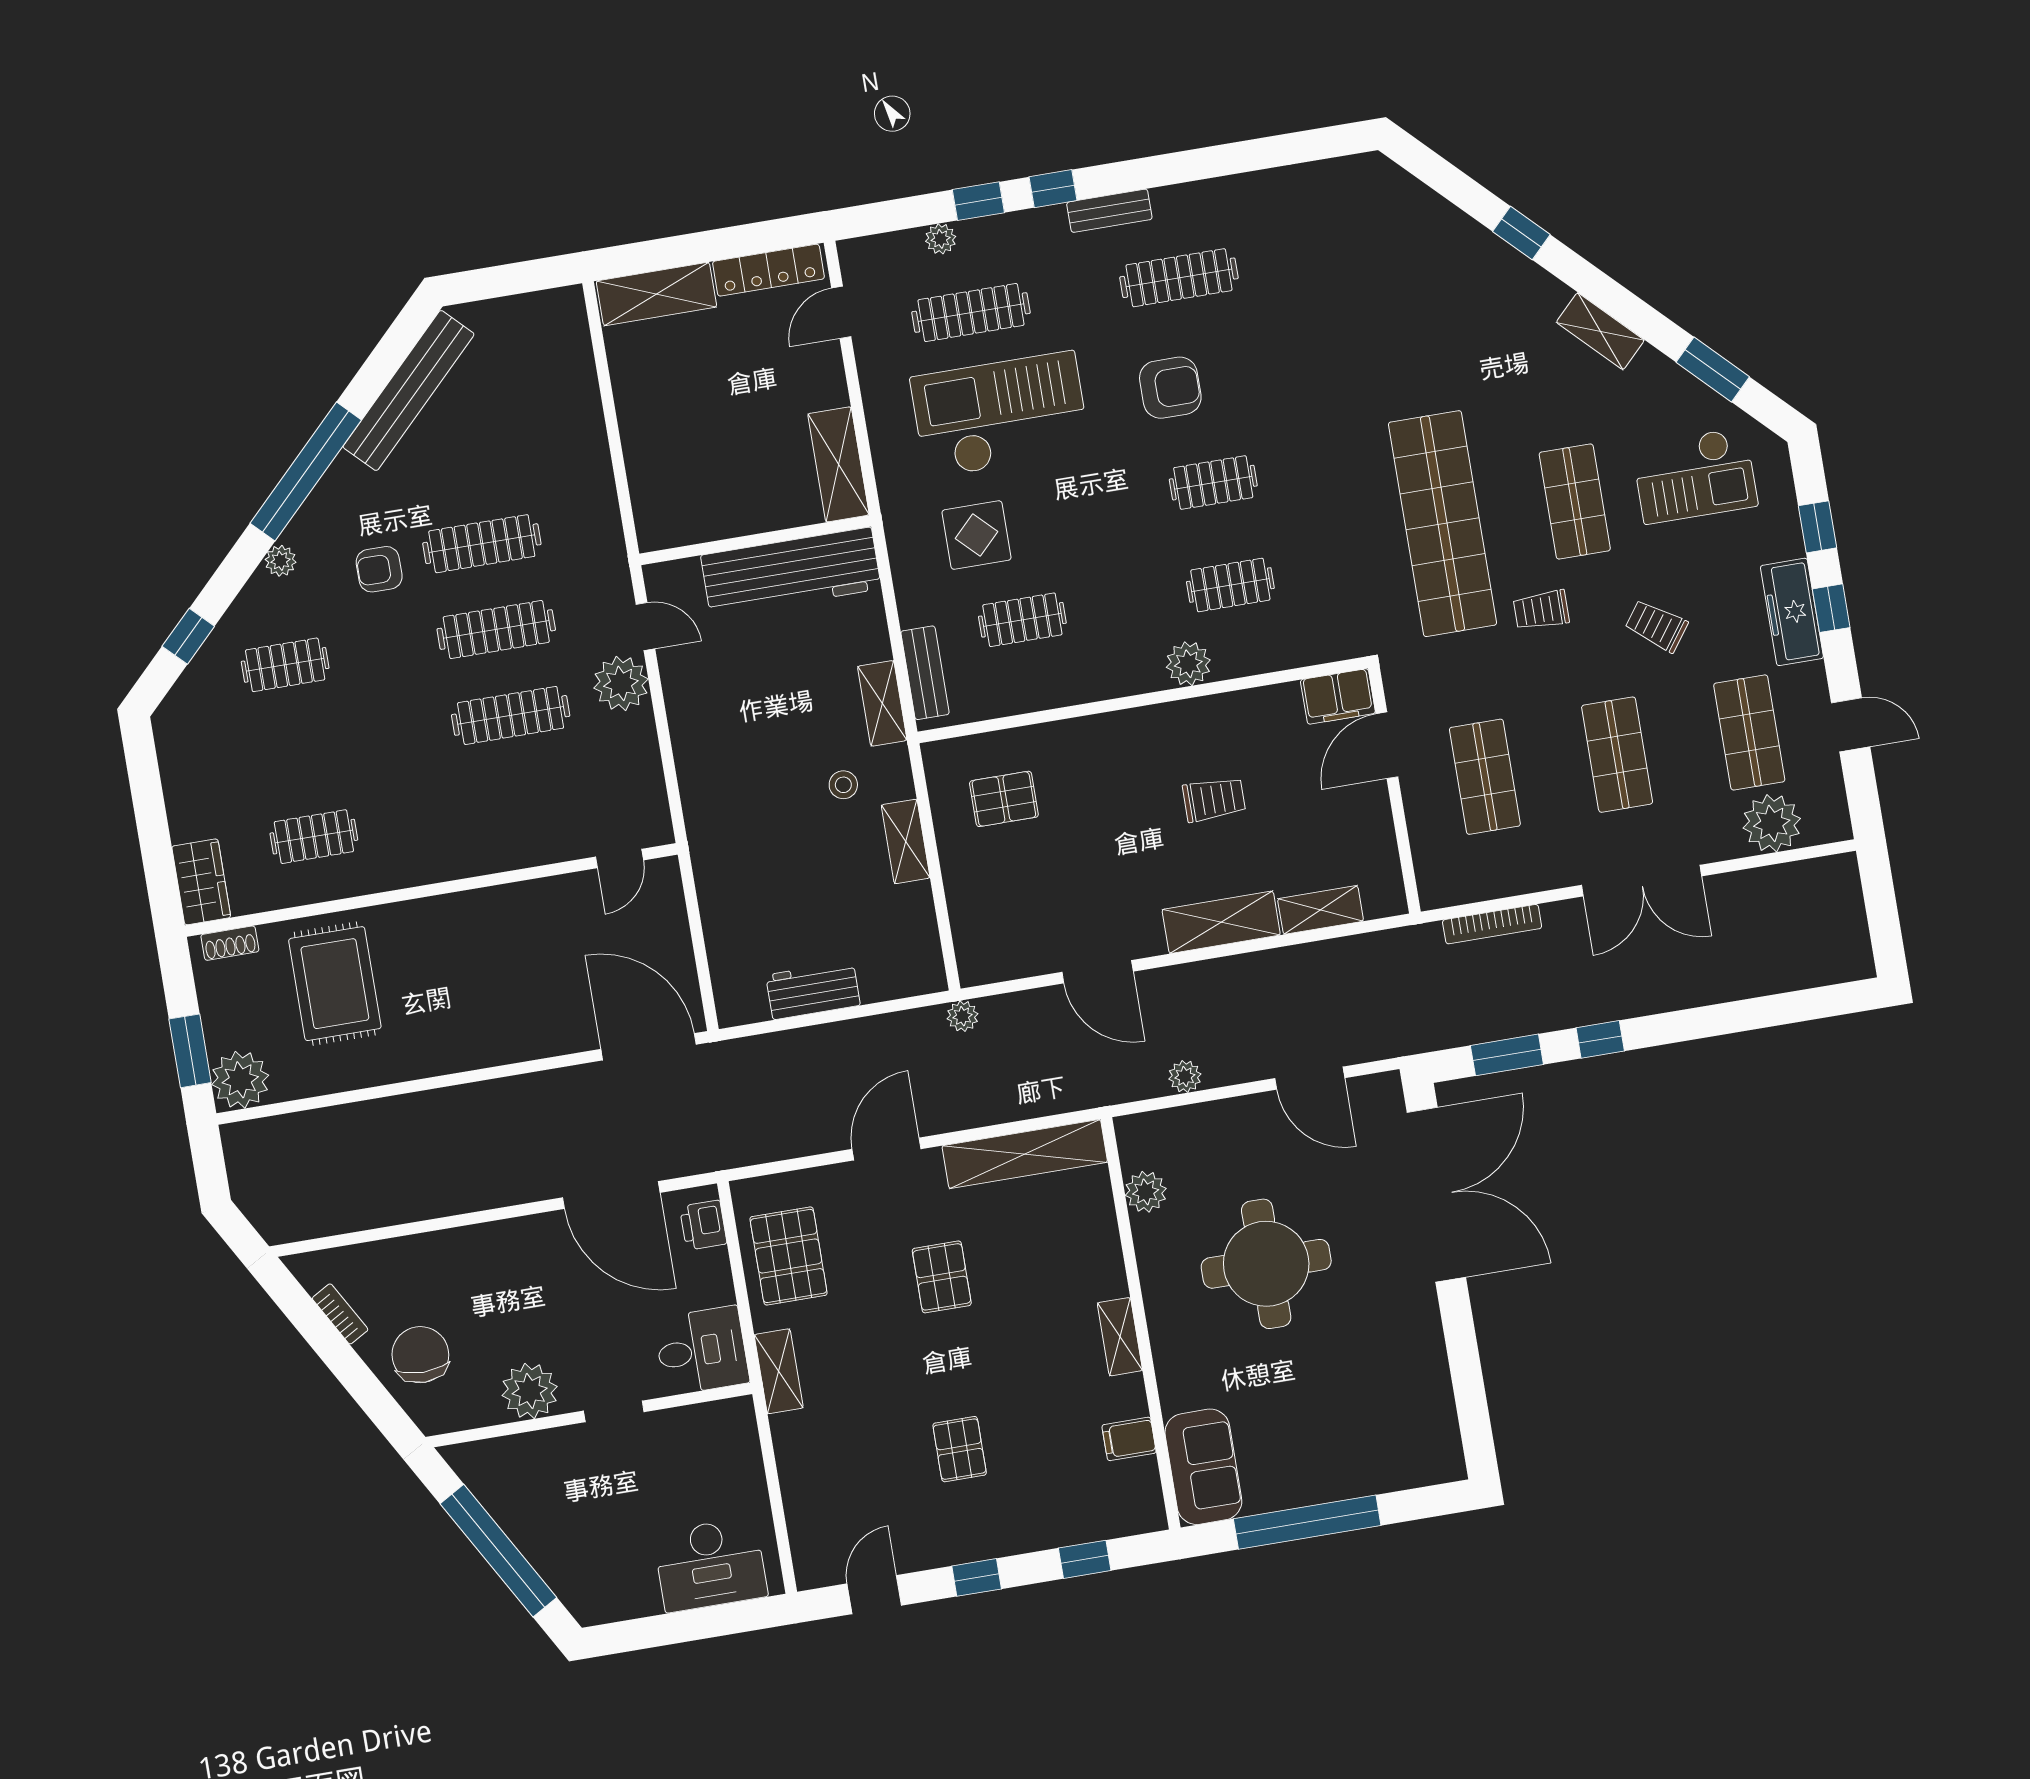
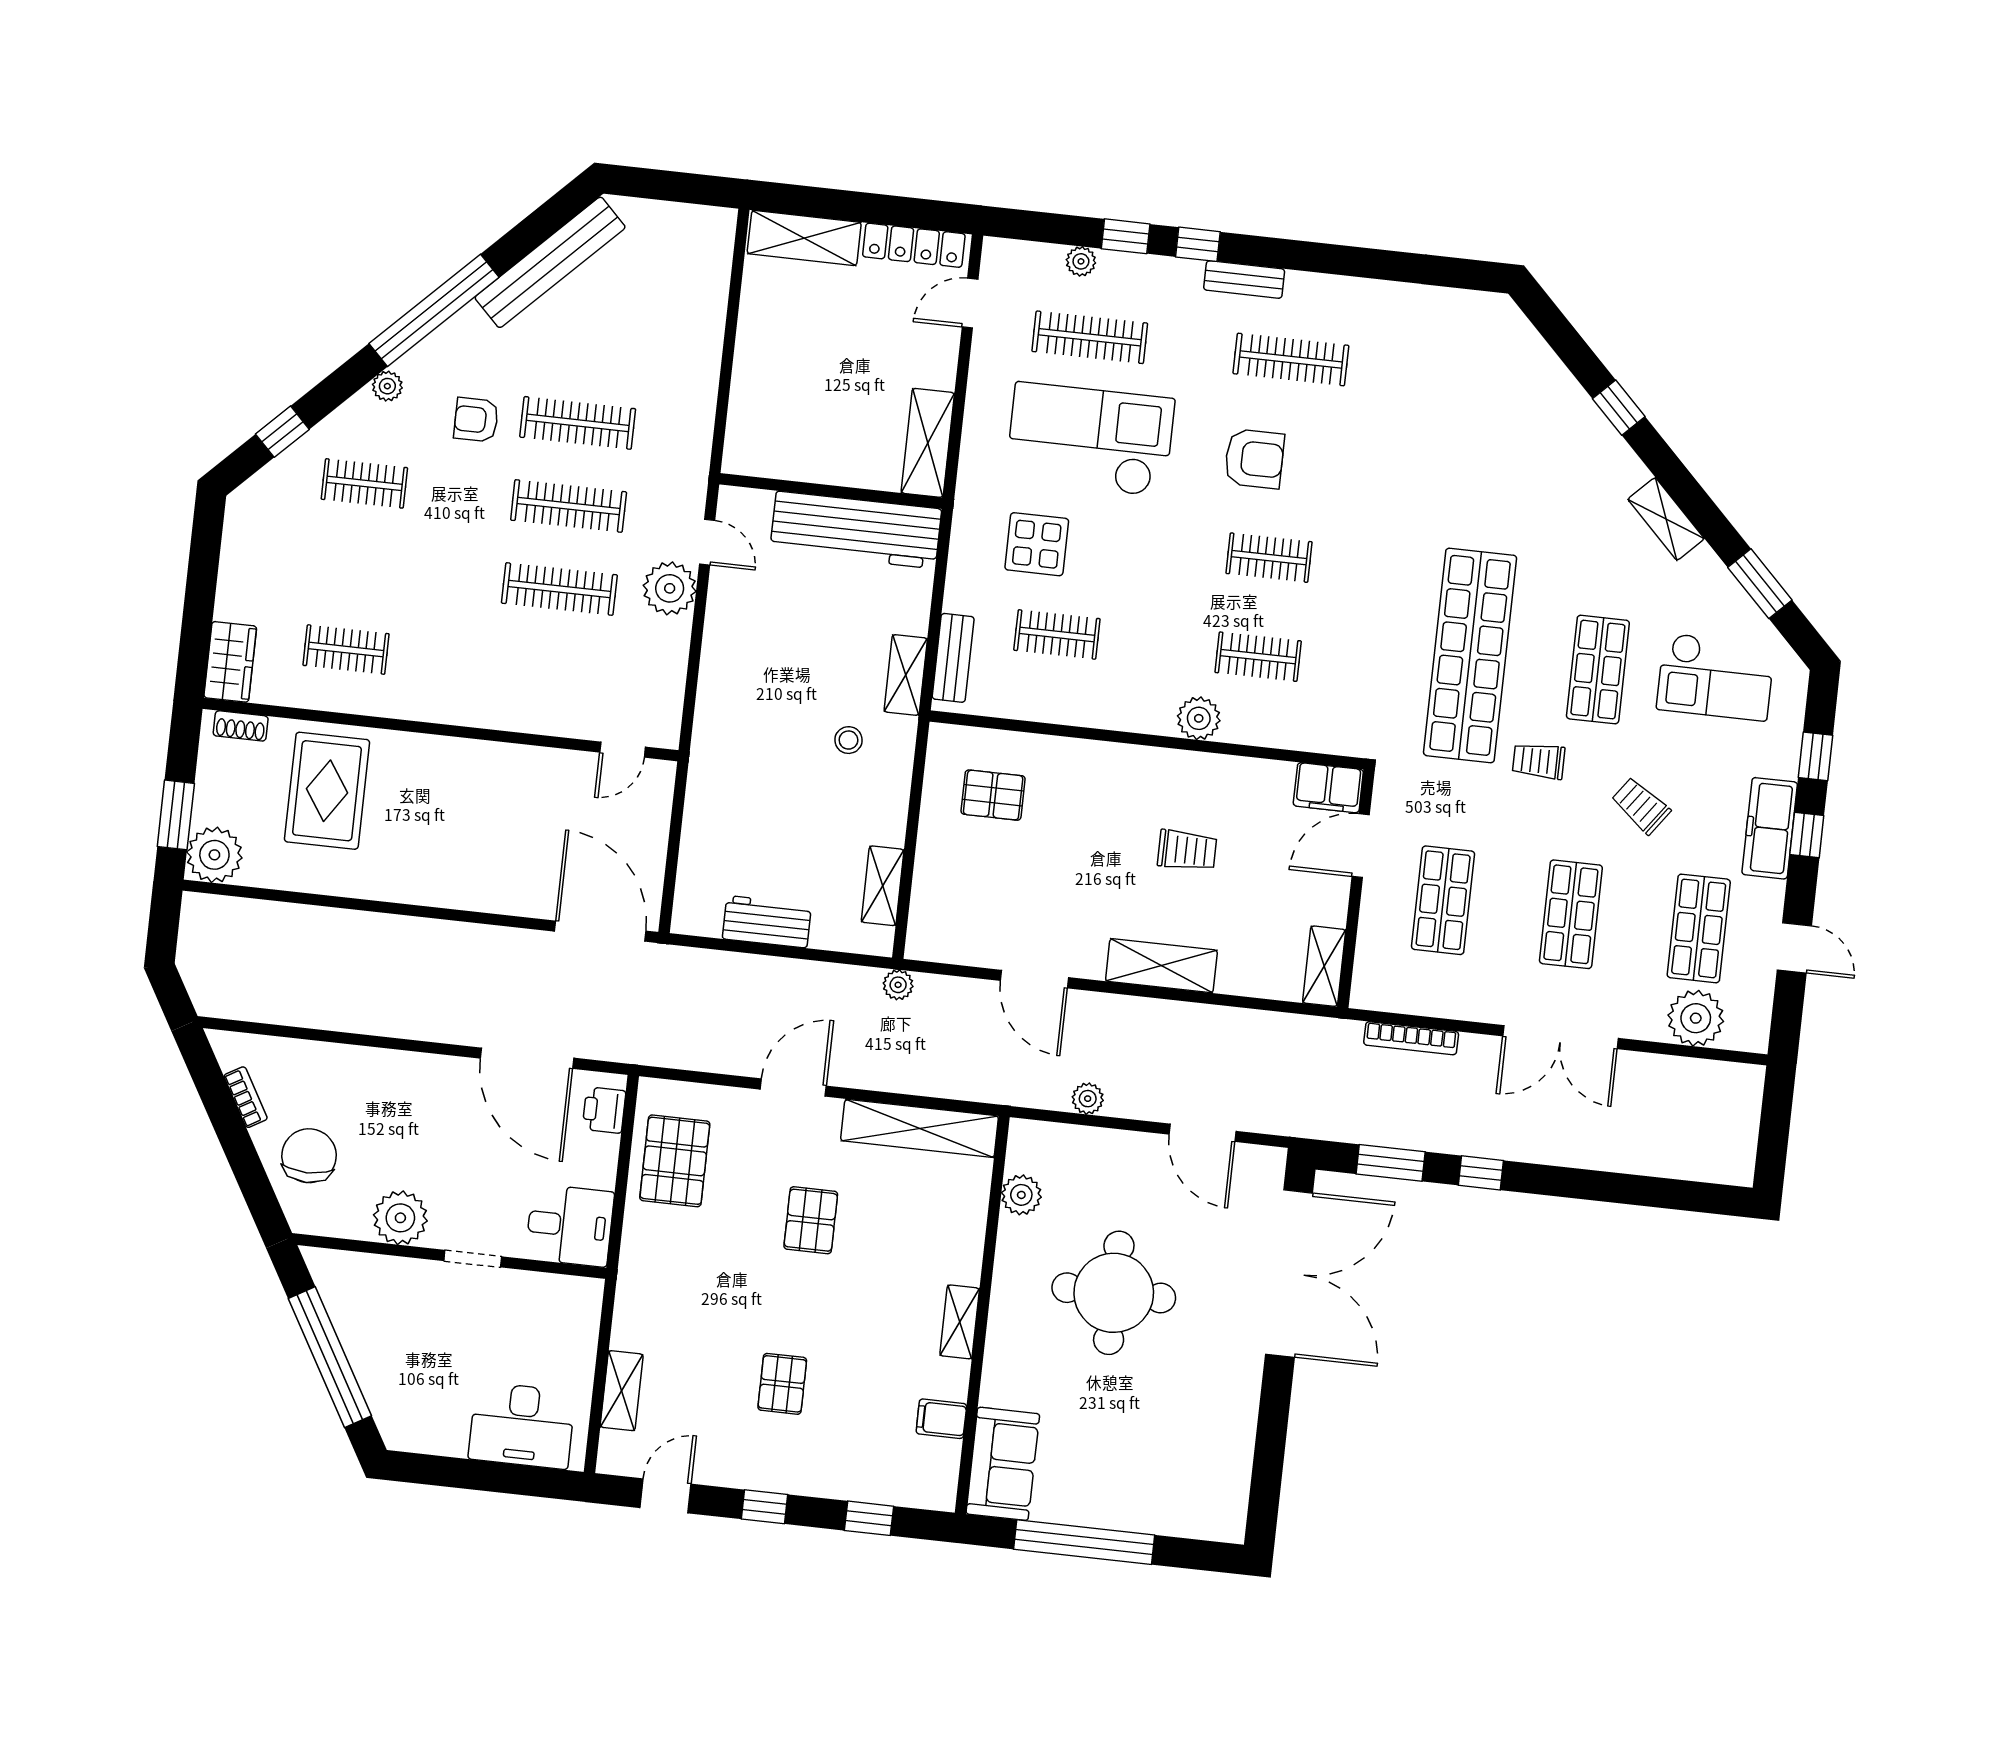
shelving: (906, 841) -> (883, 886), moved
shelving: (1321, 910) -> (1324, 966), moved, turned 90
shelving: (779, 1371) -> (622, 1391), moved

